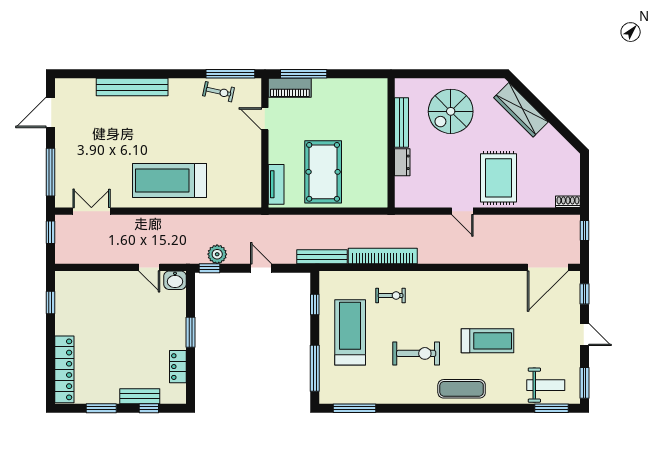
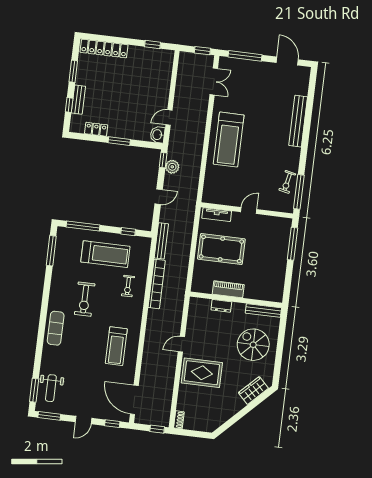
piano: (290, 88) -> (228, 289), moved, turned 90
wardrobe: (521, 110) -> (253, 390), width x0.67
door: (265, 119) -> (249, 211), moved
bench: (401, 123) -> (263, 310), moved
treadmill: (170, 181) -> (229, 140), turned 180
treadmill: (487, 341) -> (116, 346), moved

